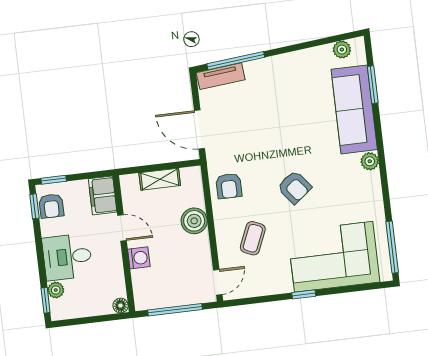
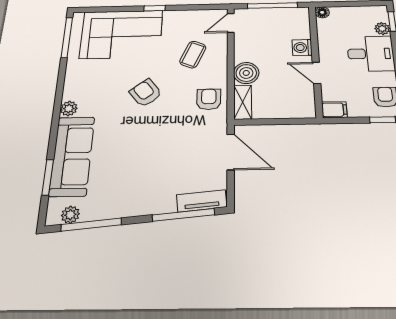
window: (320, 42) -> (91, 225), added
shelving: (160, 179) -> (243, 102), moved, turned 90
filing cabinet: (103, 195) -> (334, 110), width x0.50

